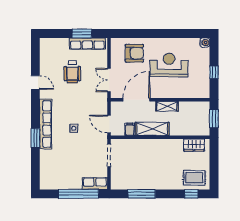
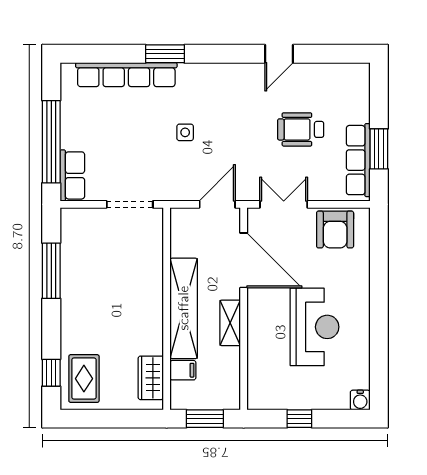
armchair: (134, 53) -> (335, 229), moved
row of seats: (46, 124) -> (126, 75), moved
door: (109, 124) -> (217, 204), moved
filing cabinet: (130, 129) -> (183, 370), moved
shelving: (152, 129) -> (184, 308), width x1.47

